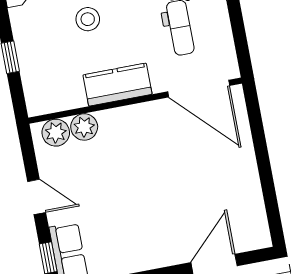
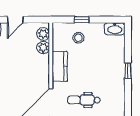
stool: (88, 19) -> (78, 38), moved

